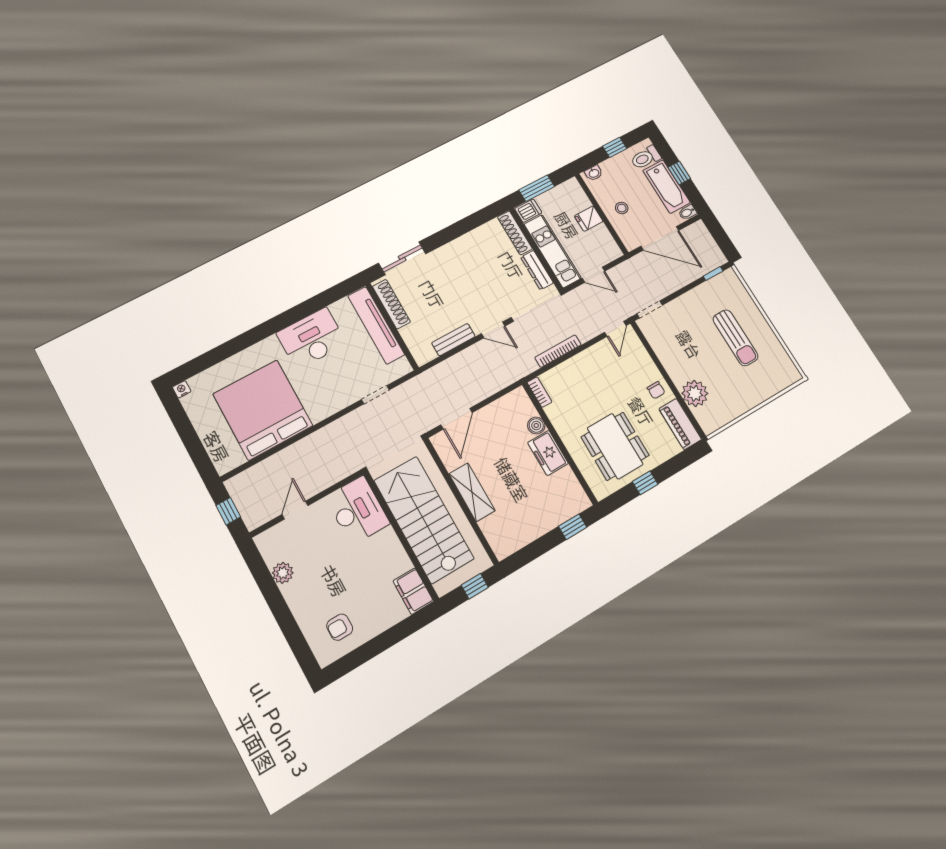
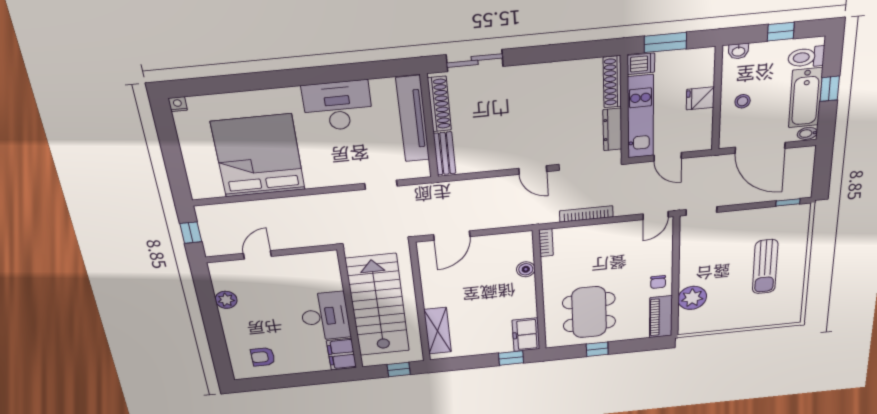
bench: (453, 340) -> (444, 153), moved, turned 90
freezer: (548, 453) -> (526, 335), moved
shelving: (472, 492) -> (438, 331), moved
desk: (358, 510) -> (325, 316), moved

